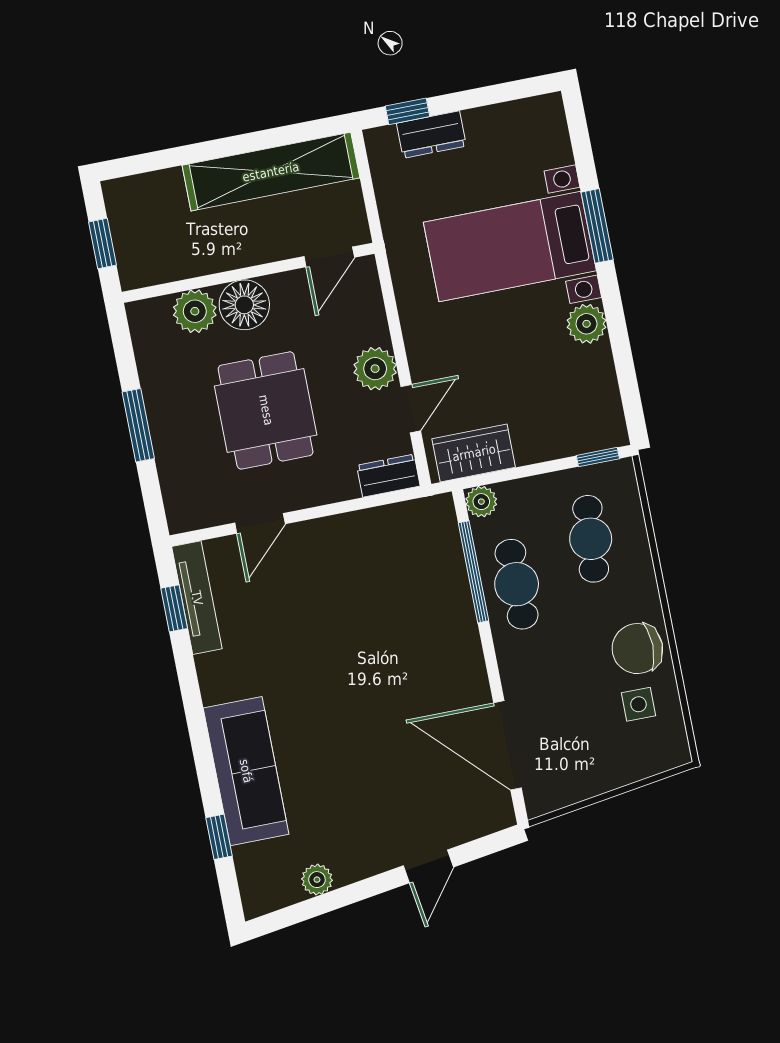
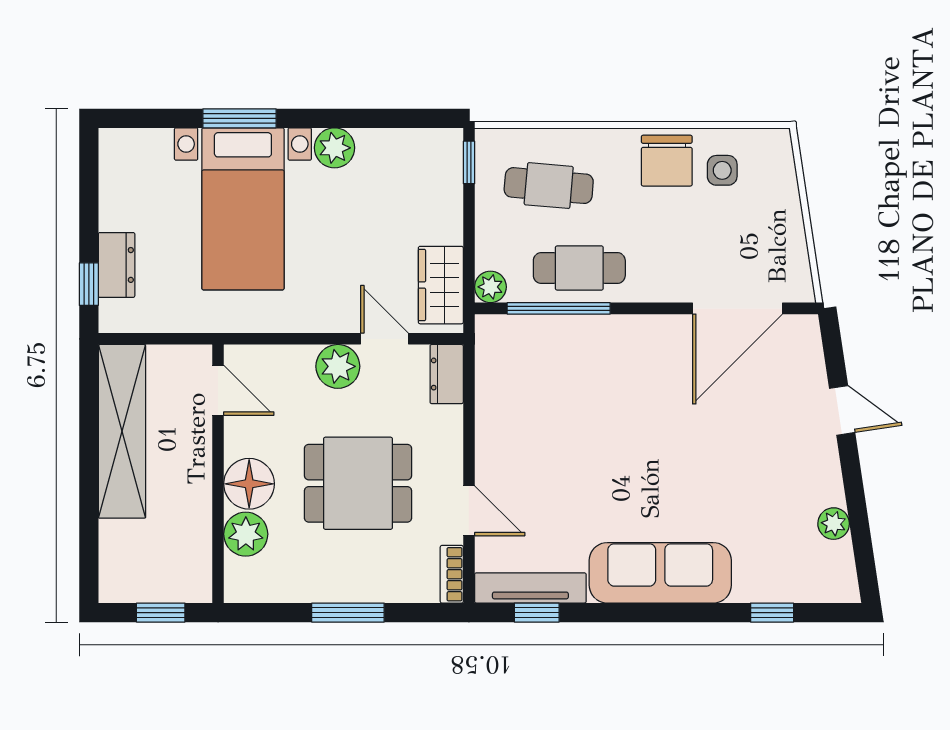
bookcase: (195, 519) -> (452, 574), added
sofa: (246, 771) -> (660, 573), moved

